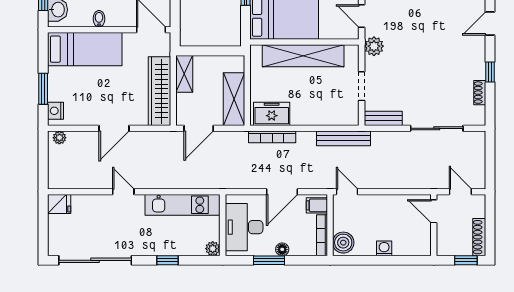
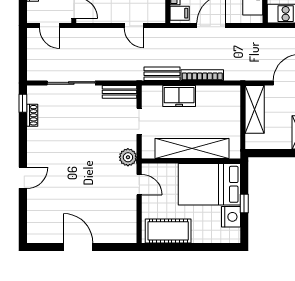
window: (490, 72) -> (23, 103), moved
freezer: (272, 114) -> (179, 96), moved
bookcase: (272, 137) -> (202, 75), moved
bench: (344, 138) -> (162, 74), width x0.73
door: (347, 192) -> (134, 26), moved

